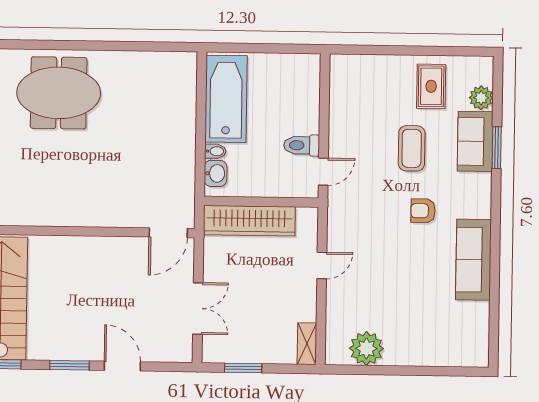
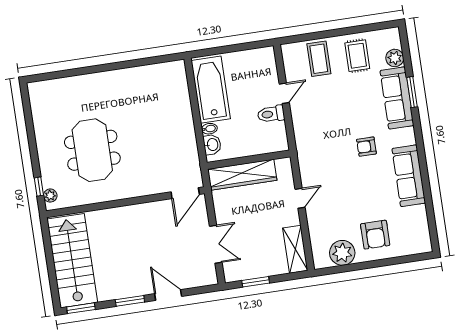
meeting table: (59, 93) -> (92, 150), moved, turned 90
sofa: (475, 141) -> (397, 98), width x1.36
coffee table: (412, 148) -> (319, 59), moved
door: (323, 172) -> (284, 93), moved
armchair: (415, 331) -> (375, 235), added
shelving: (307, 344) -> (295, 249), width x1.50, depth x1.33

